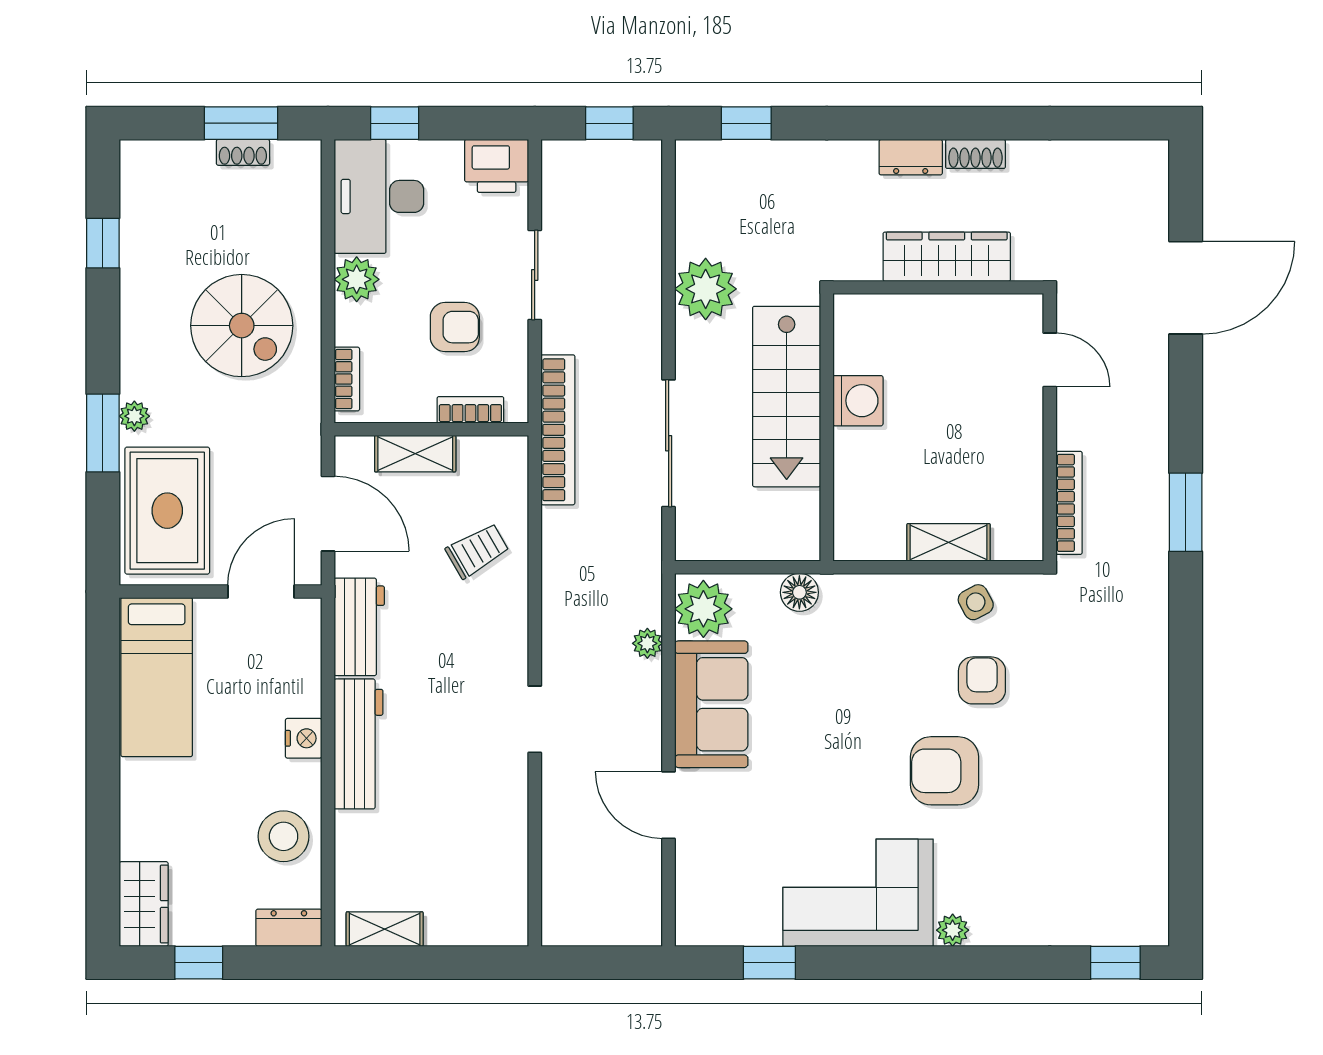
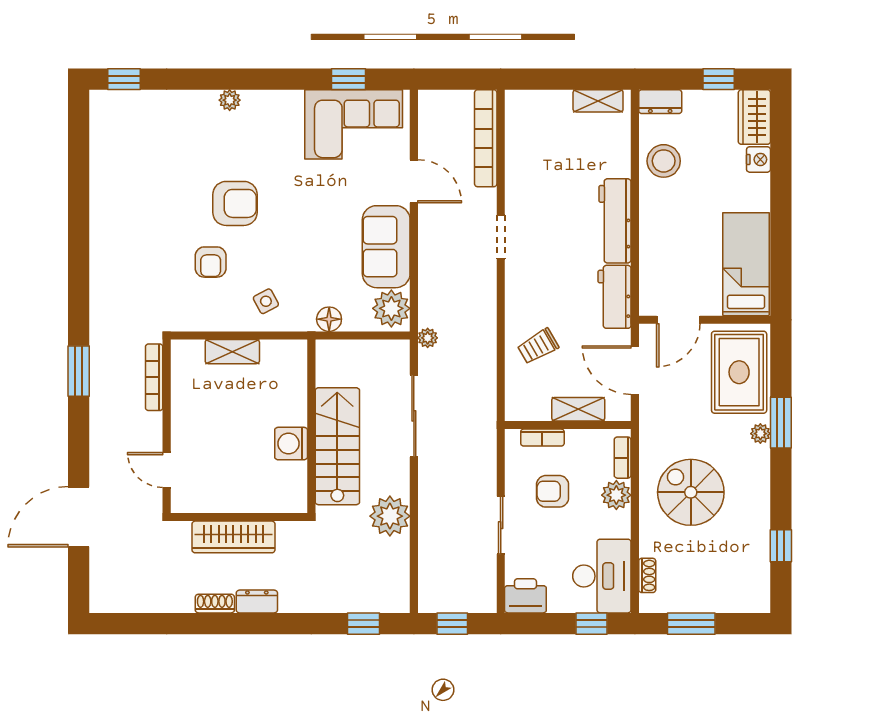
shoe rack: (243, 152) -> (647, 575), moved, turned 90
plant: (357, 279) -> (616, 495), moved
bookcase: (558, 430) -> (486, 138), moved
side table: (976, 602) -> (266, 301), moved
plant: (647, 643) -> (428, 338), moved
nightstand: (304, 738) -> (758, 159), moved, turned 180
corner sofa: (858, 893) -> (354, 124), moved

